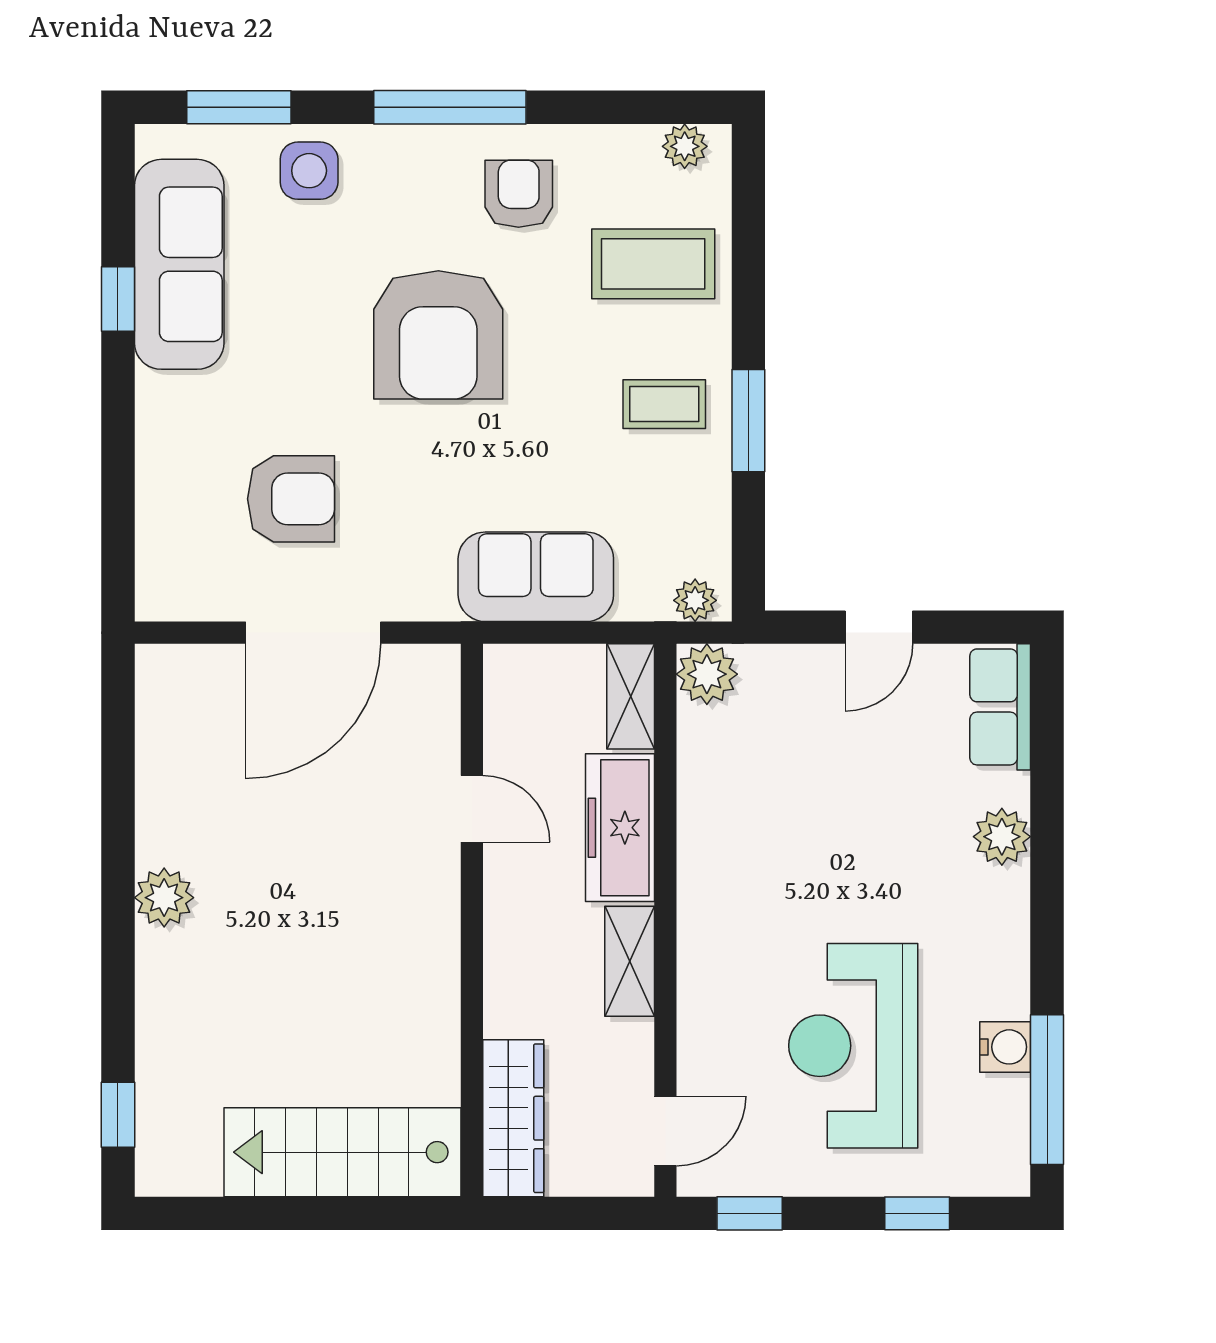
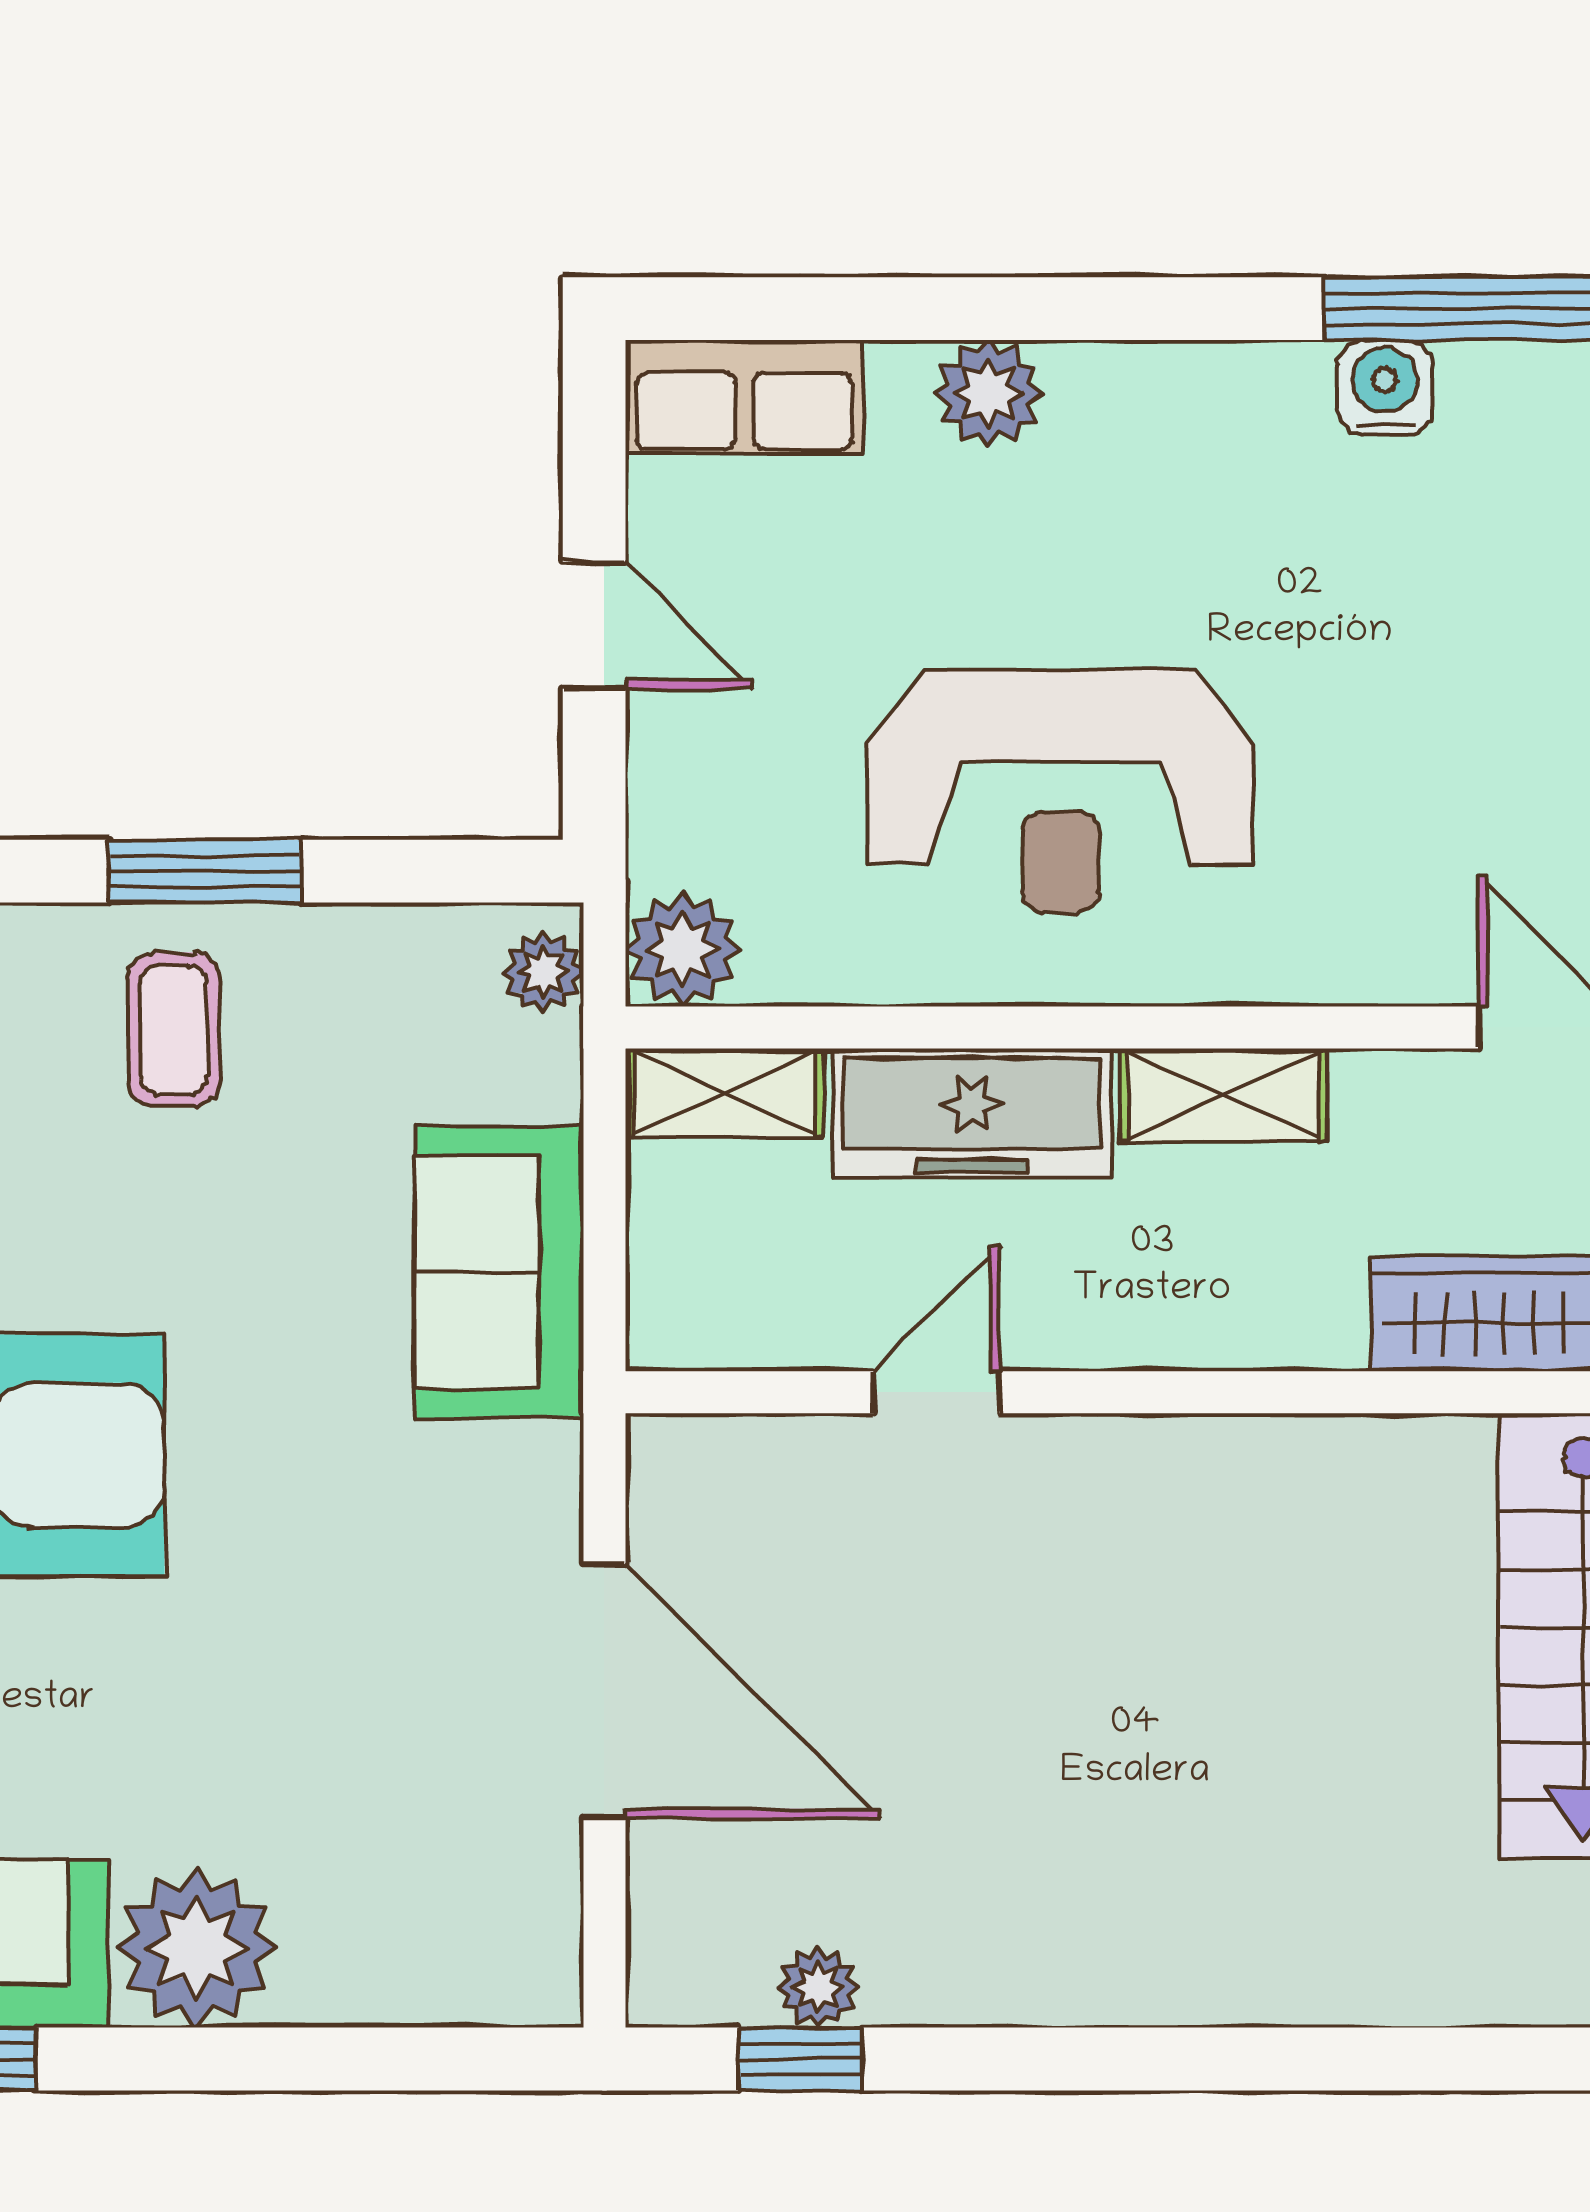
plant: (177, 416) -> (196, 1948), added
armchair: (291, 499) -> (352, 1733), removed
plant: (164, 898) -> (818, 1987), moved, width x0.73, depth x0.73
reception desk: (853, 1046) -> (1061, 791), moved
window: (118, 1115) -> (800, 2059), moved

